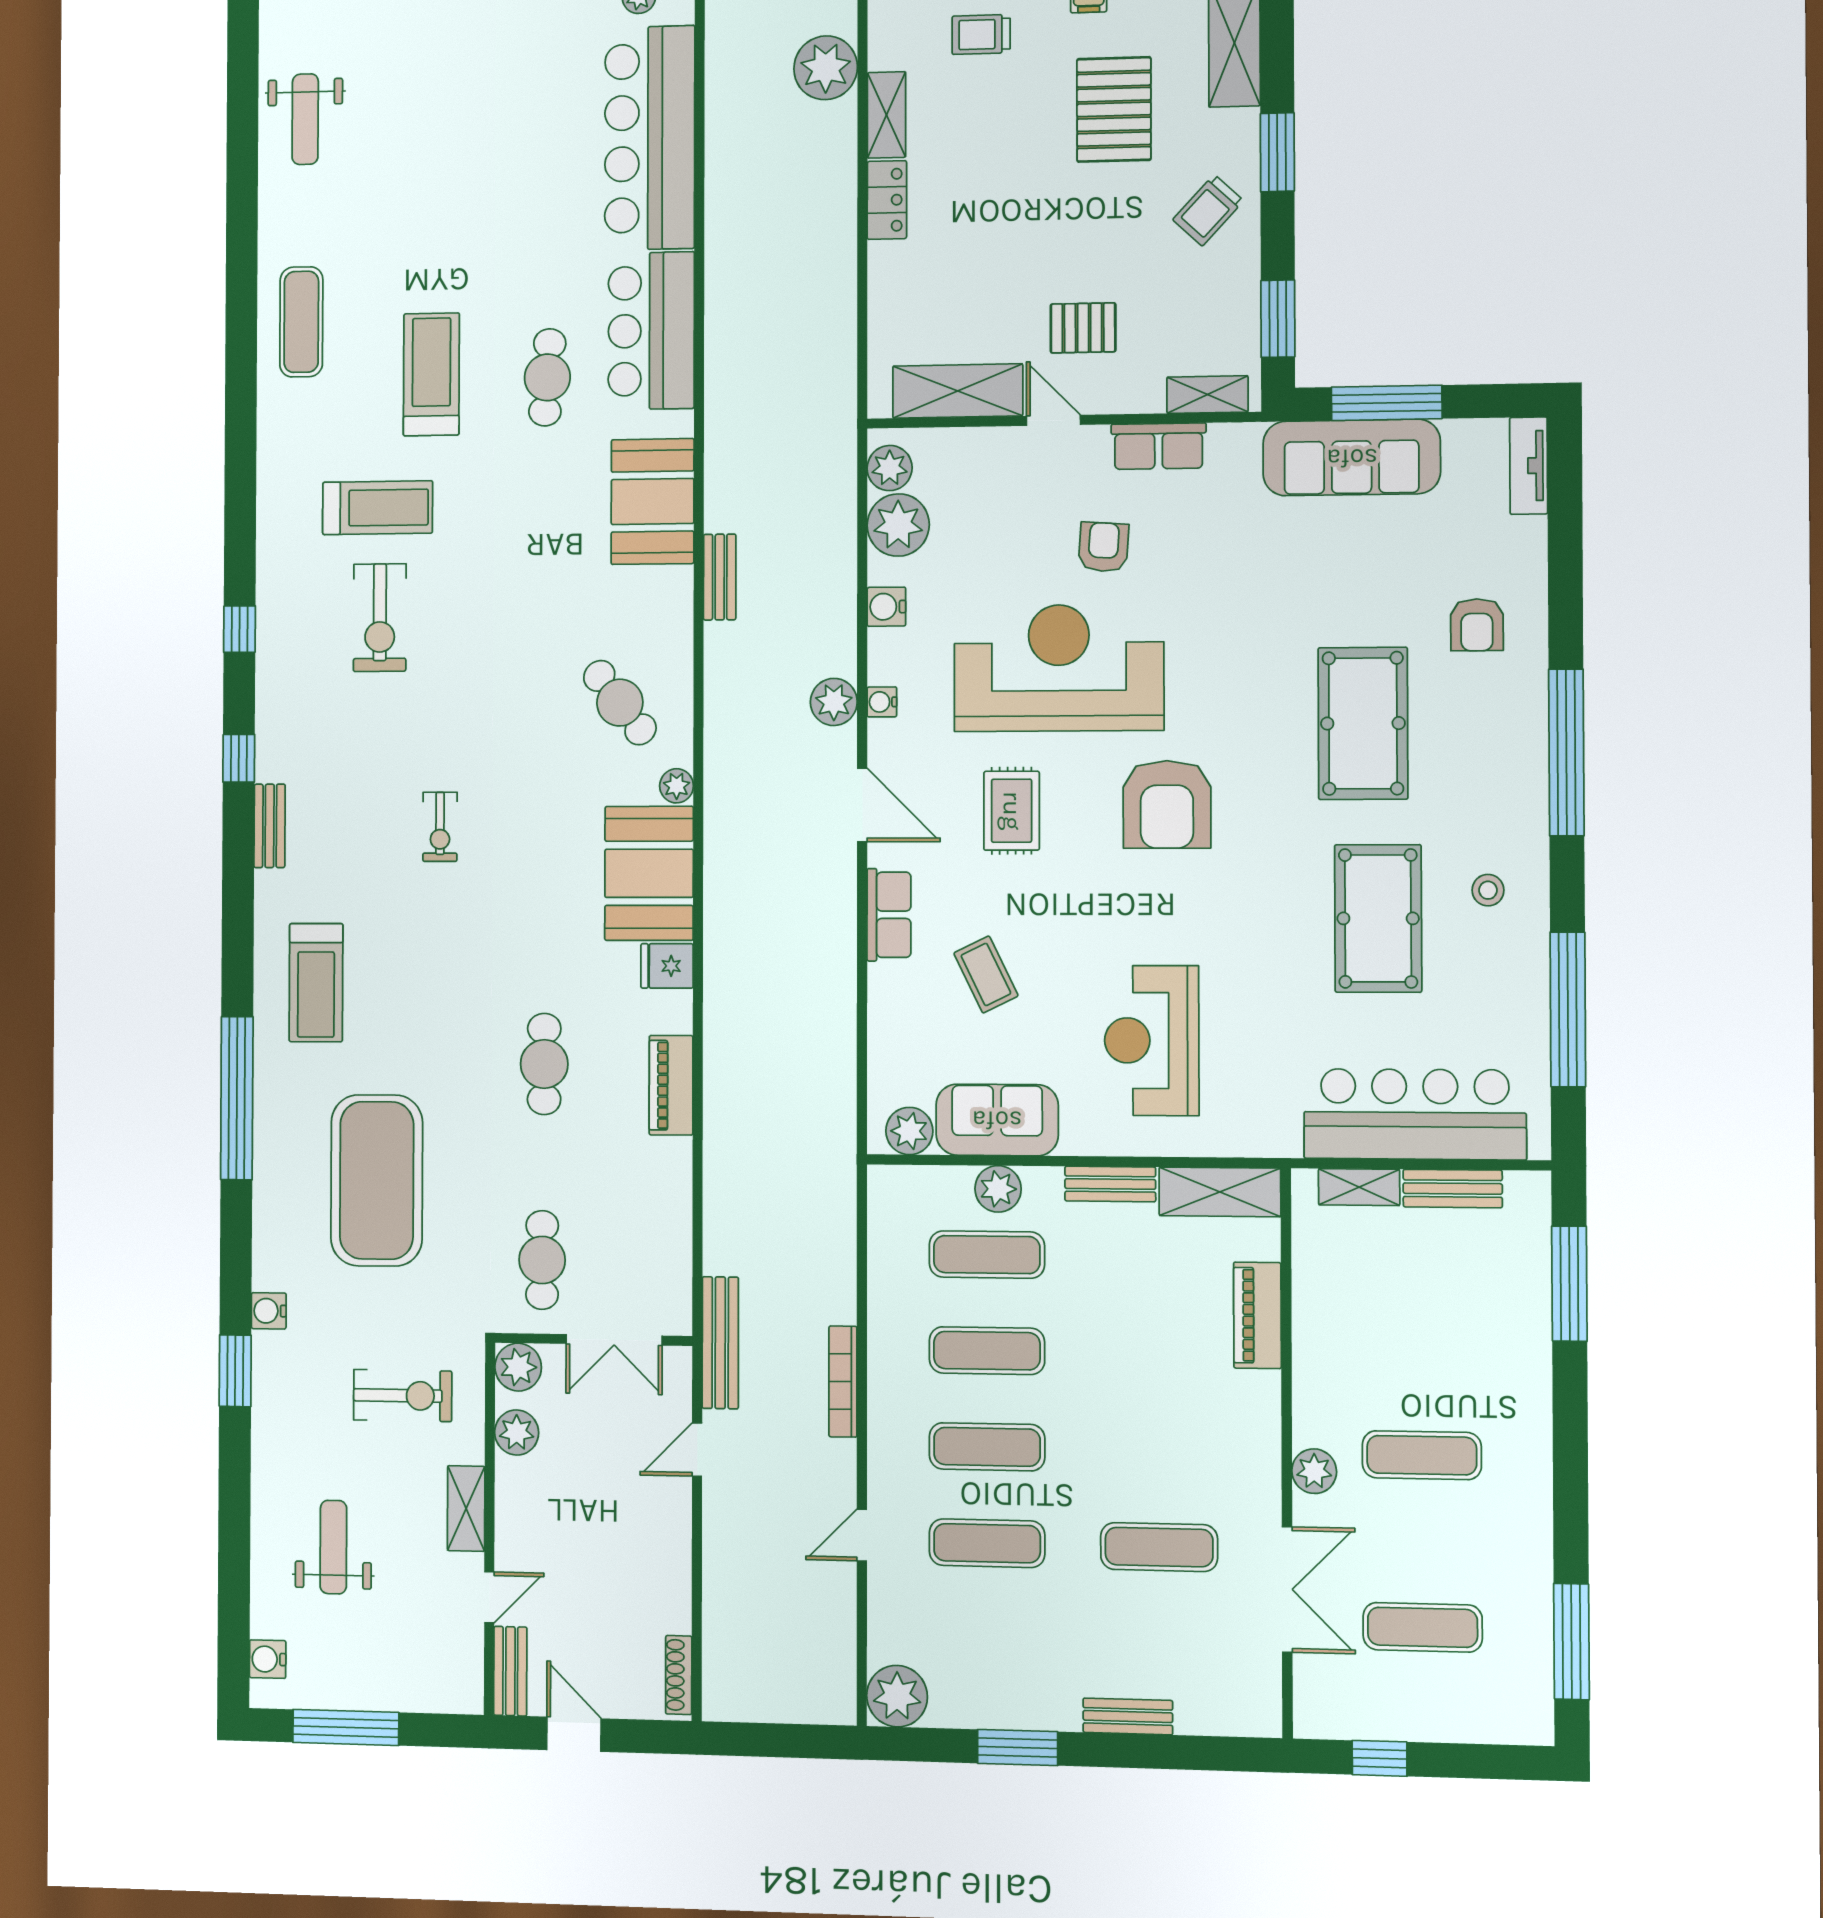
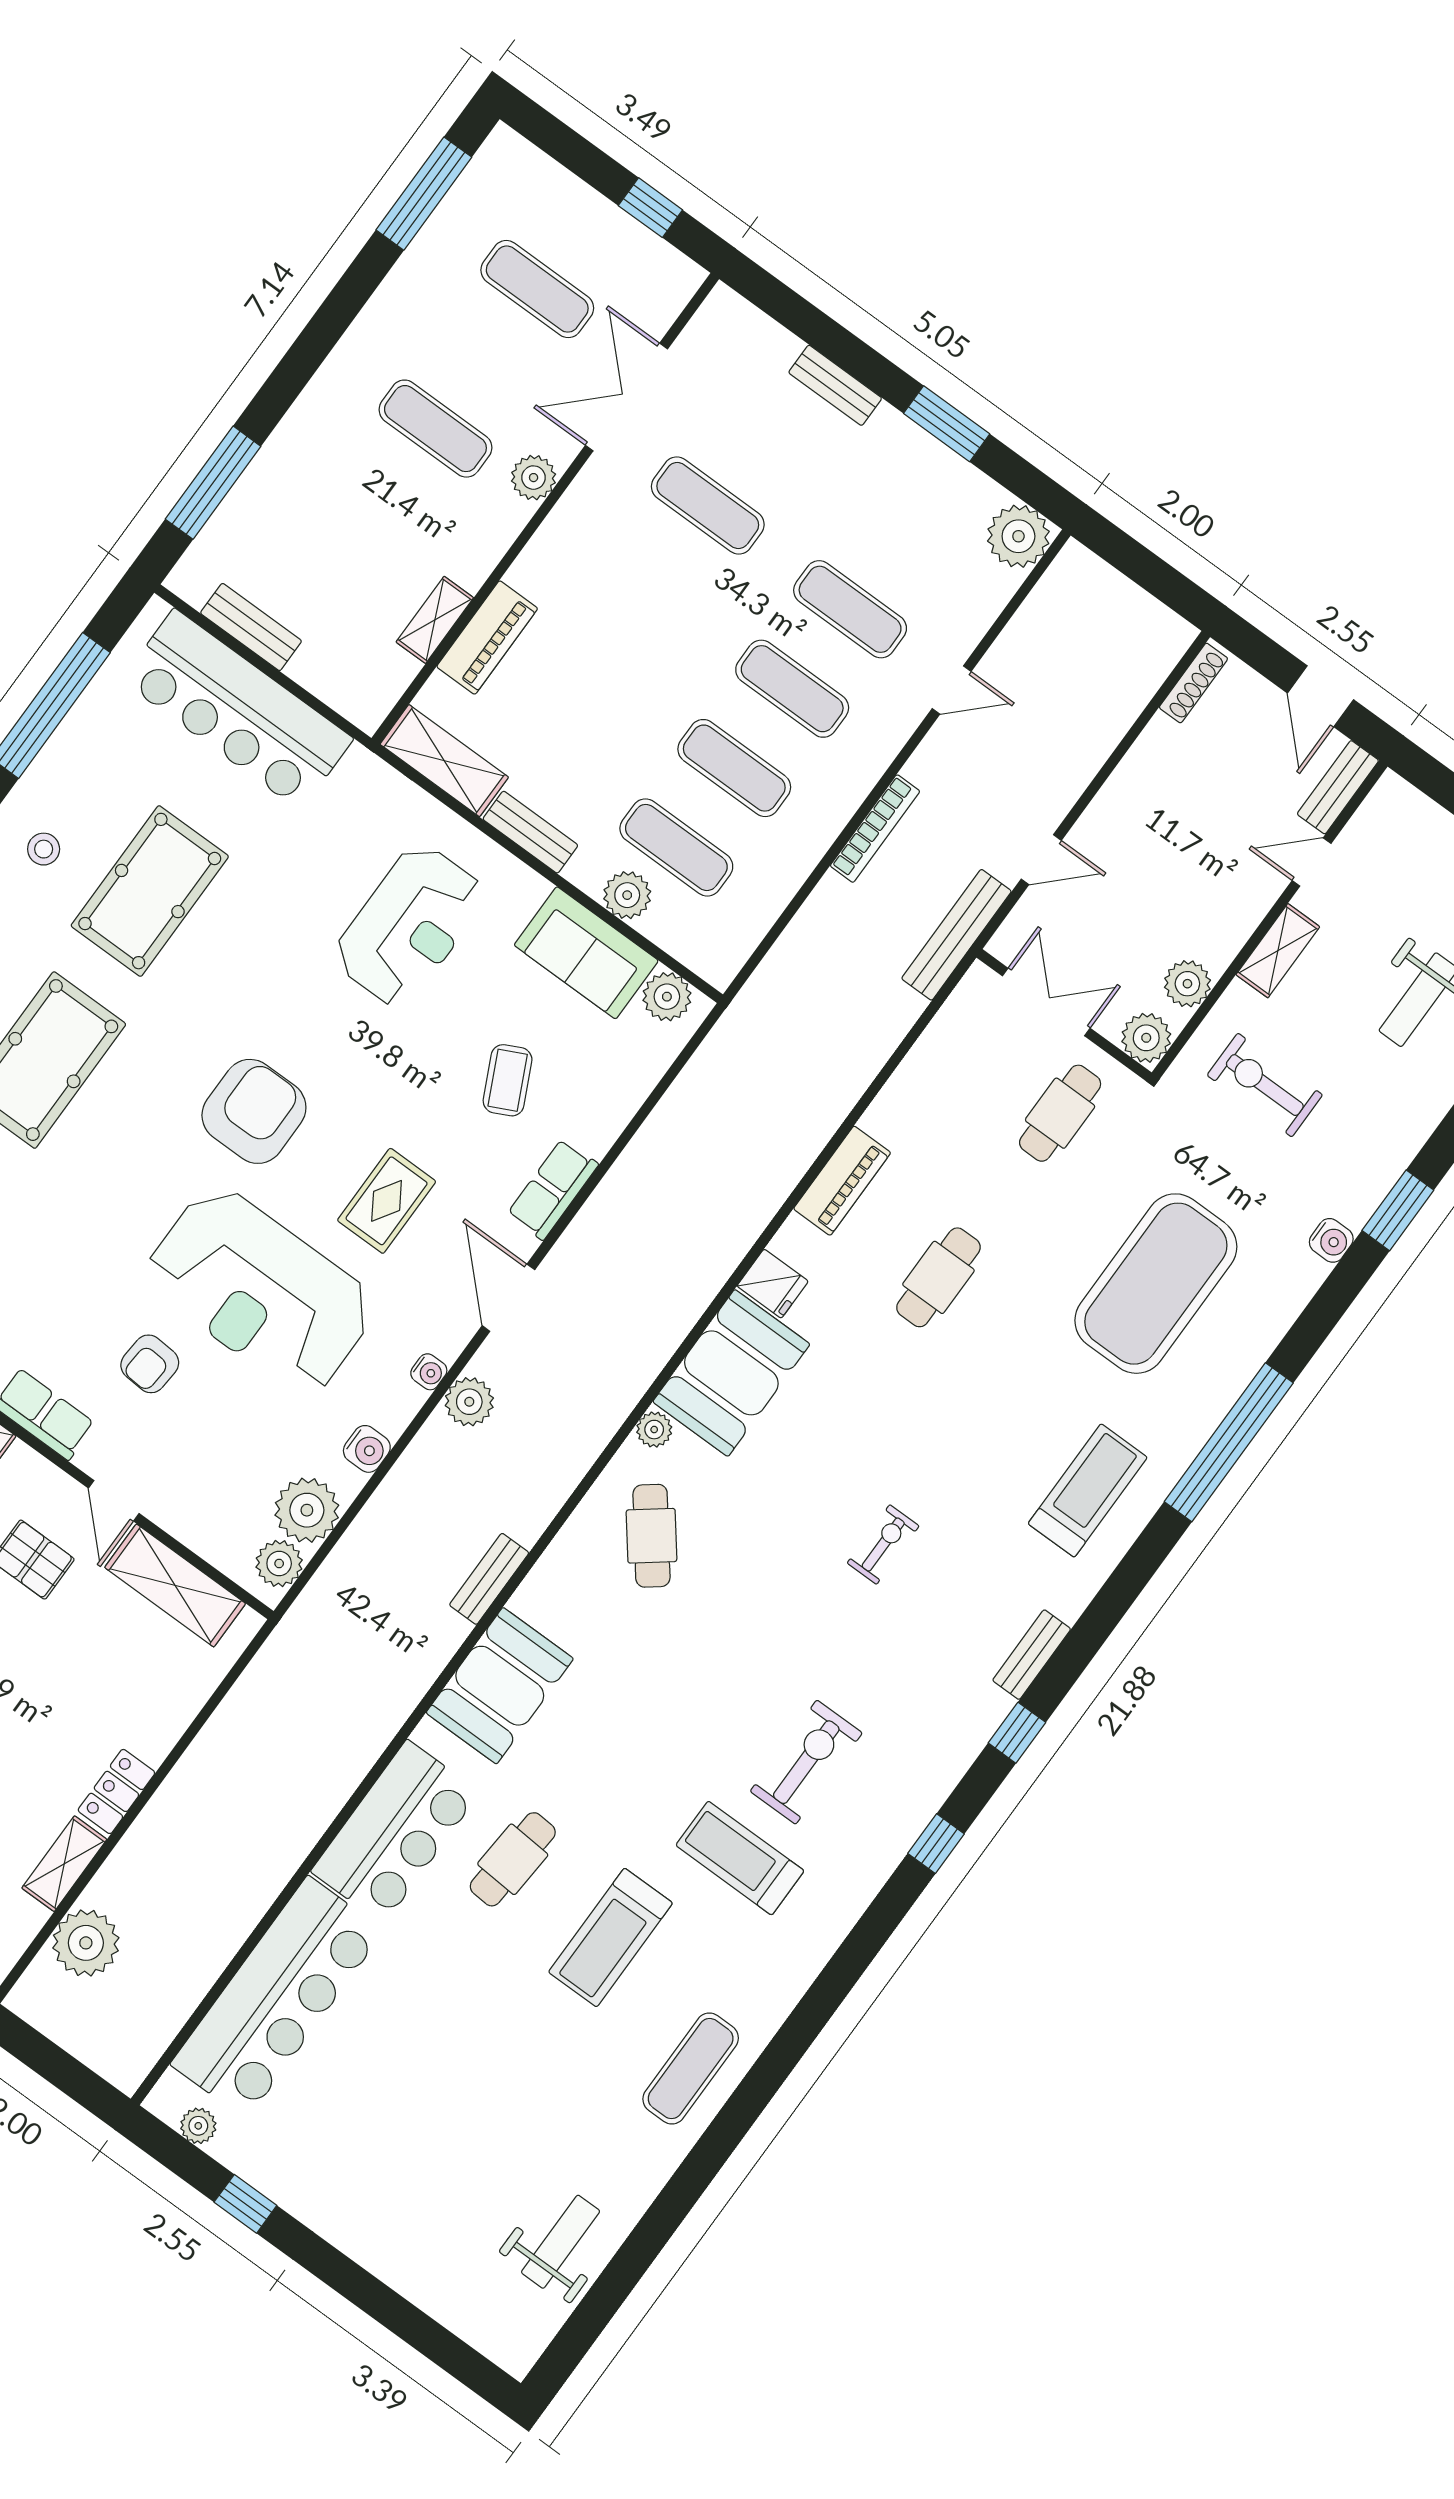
shelving: (1359, 1187) -> (435, 620), moved, turned 90

